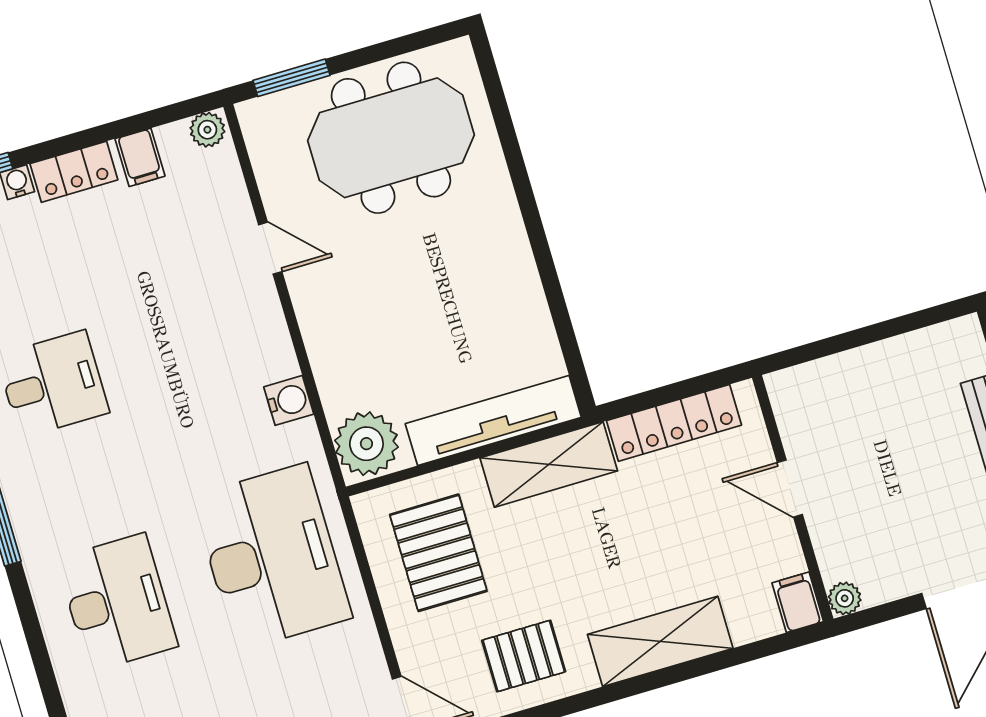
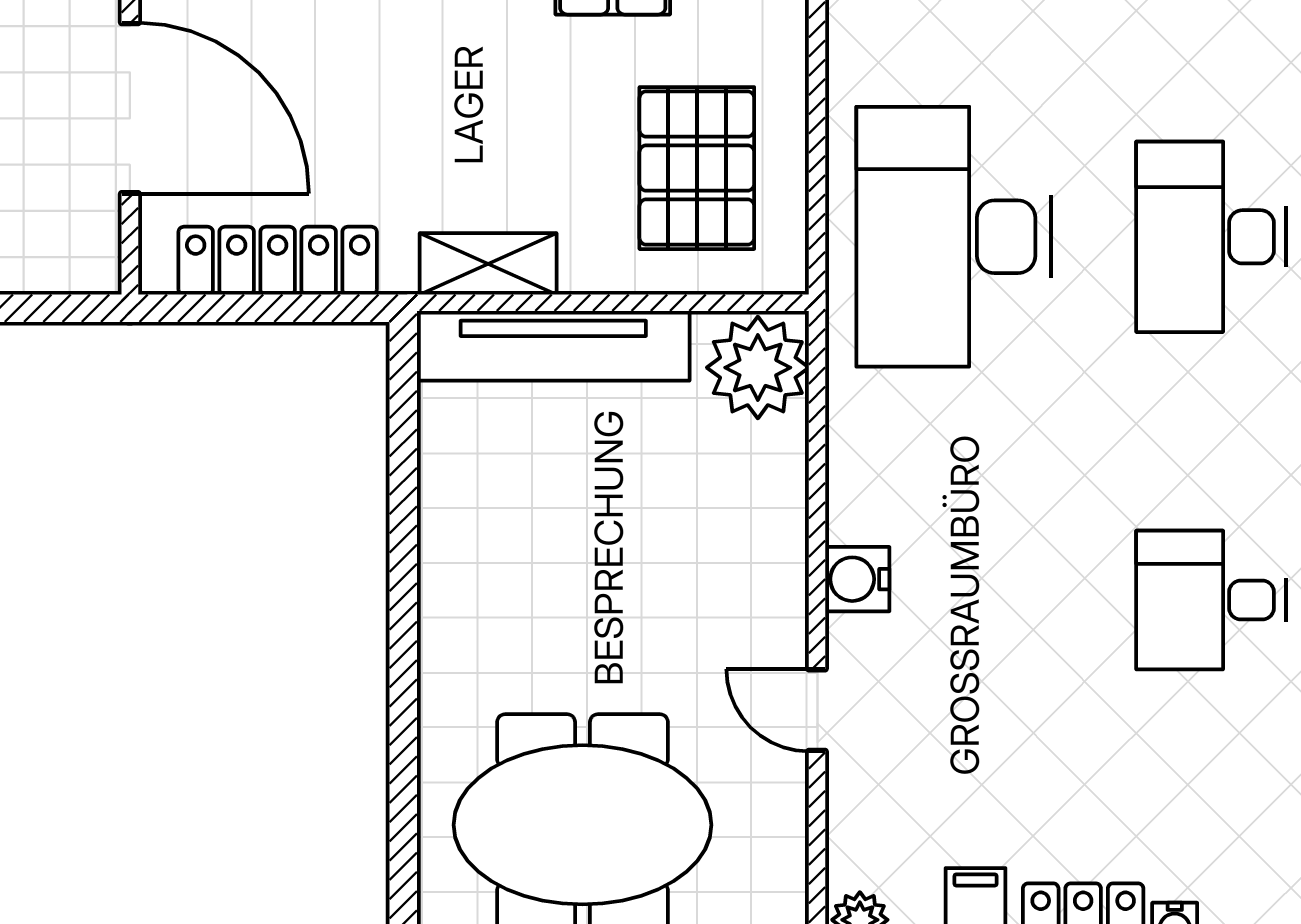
water cooler: (289, 400) -> (857, 579), moved
shelving: (549, 464) -> (488, 264), width x0.67, depth x0.75
door: (790, 488) -> (130, 108), width x1.88

